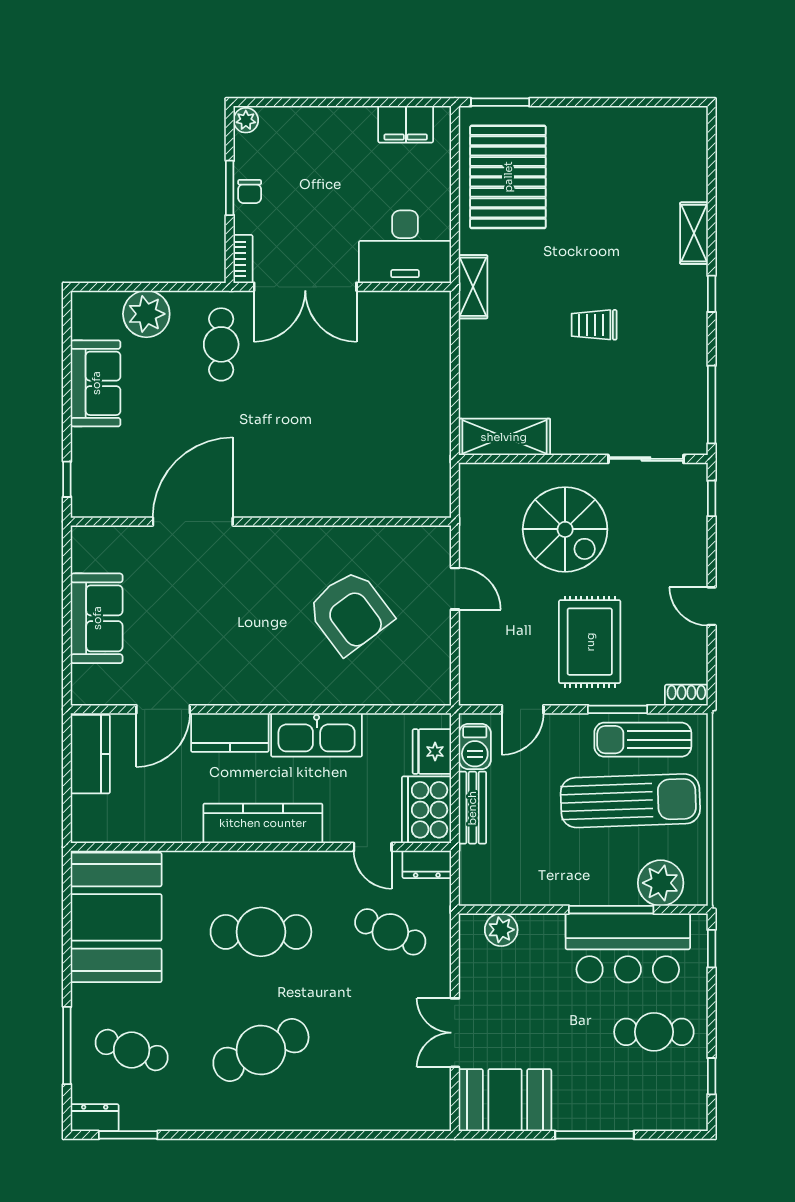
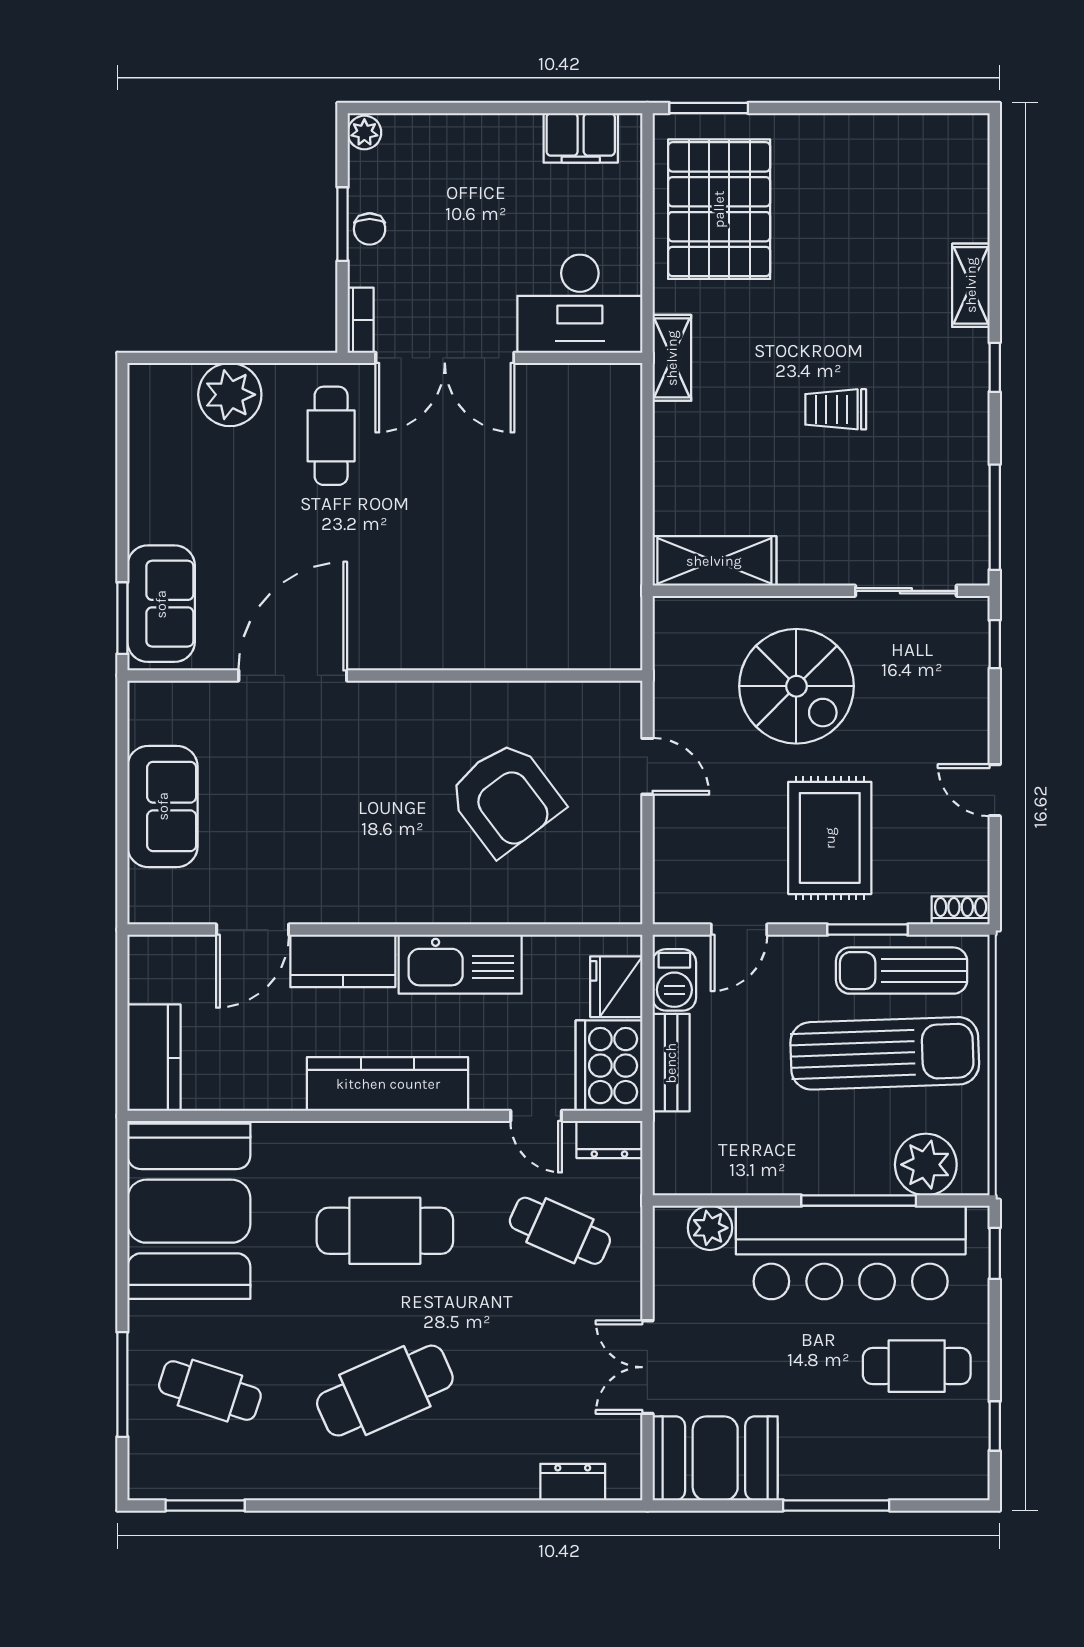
sofa: (96, 383) -> (161, 604), moved
window: (67, 479) -> (122, 618), width x1.50
kitchen counter: (90, 754) -> (154, 1058), moved
bar counter: (628, 948) -> (851, 1252), width x1.36
dresser: (95, 1118) -> (573, 1482), moved

